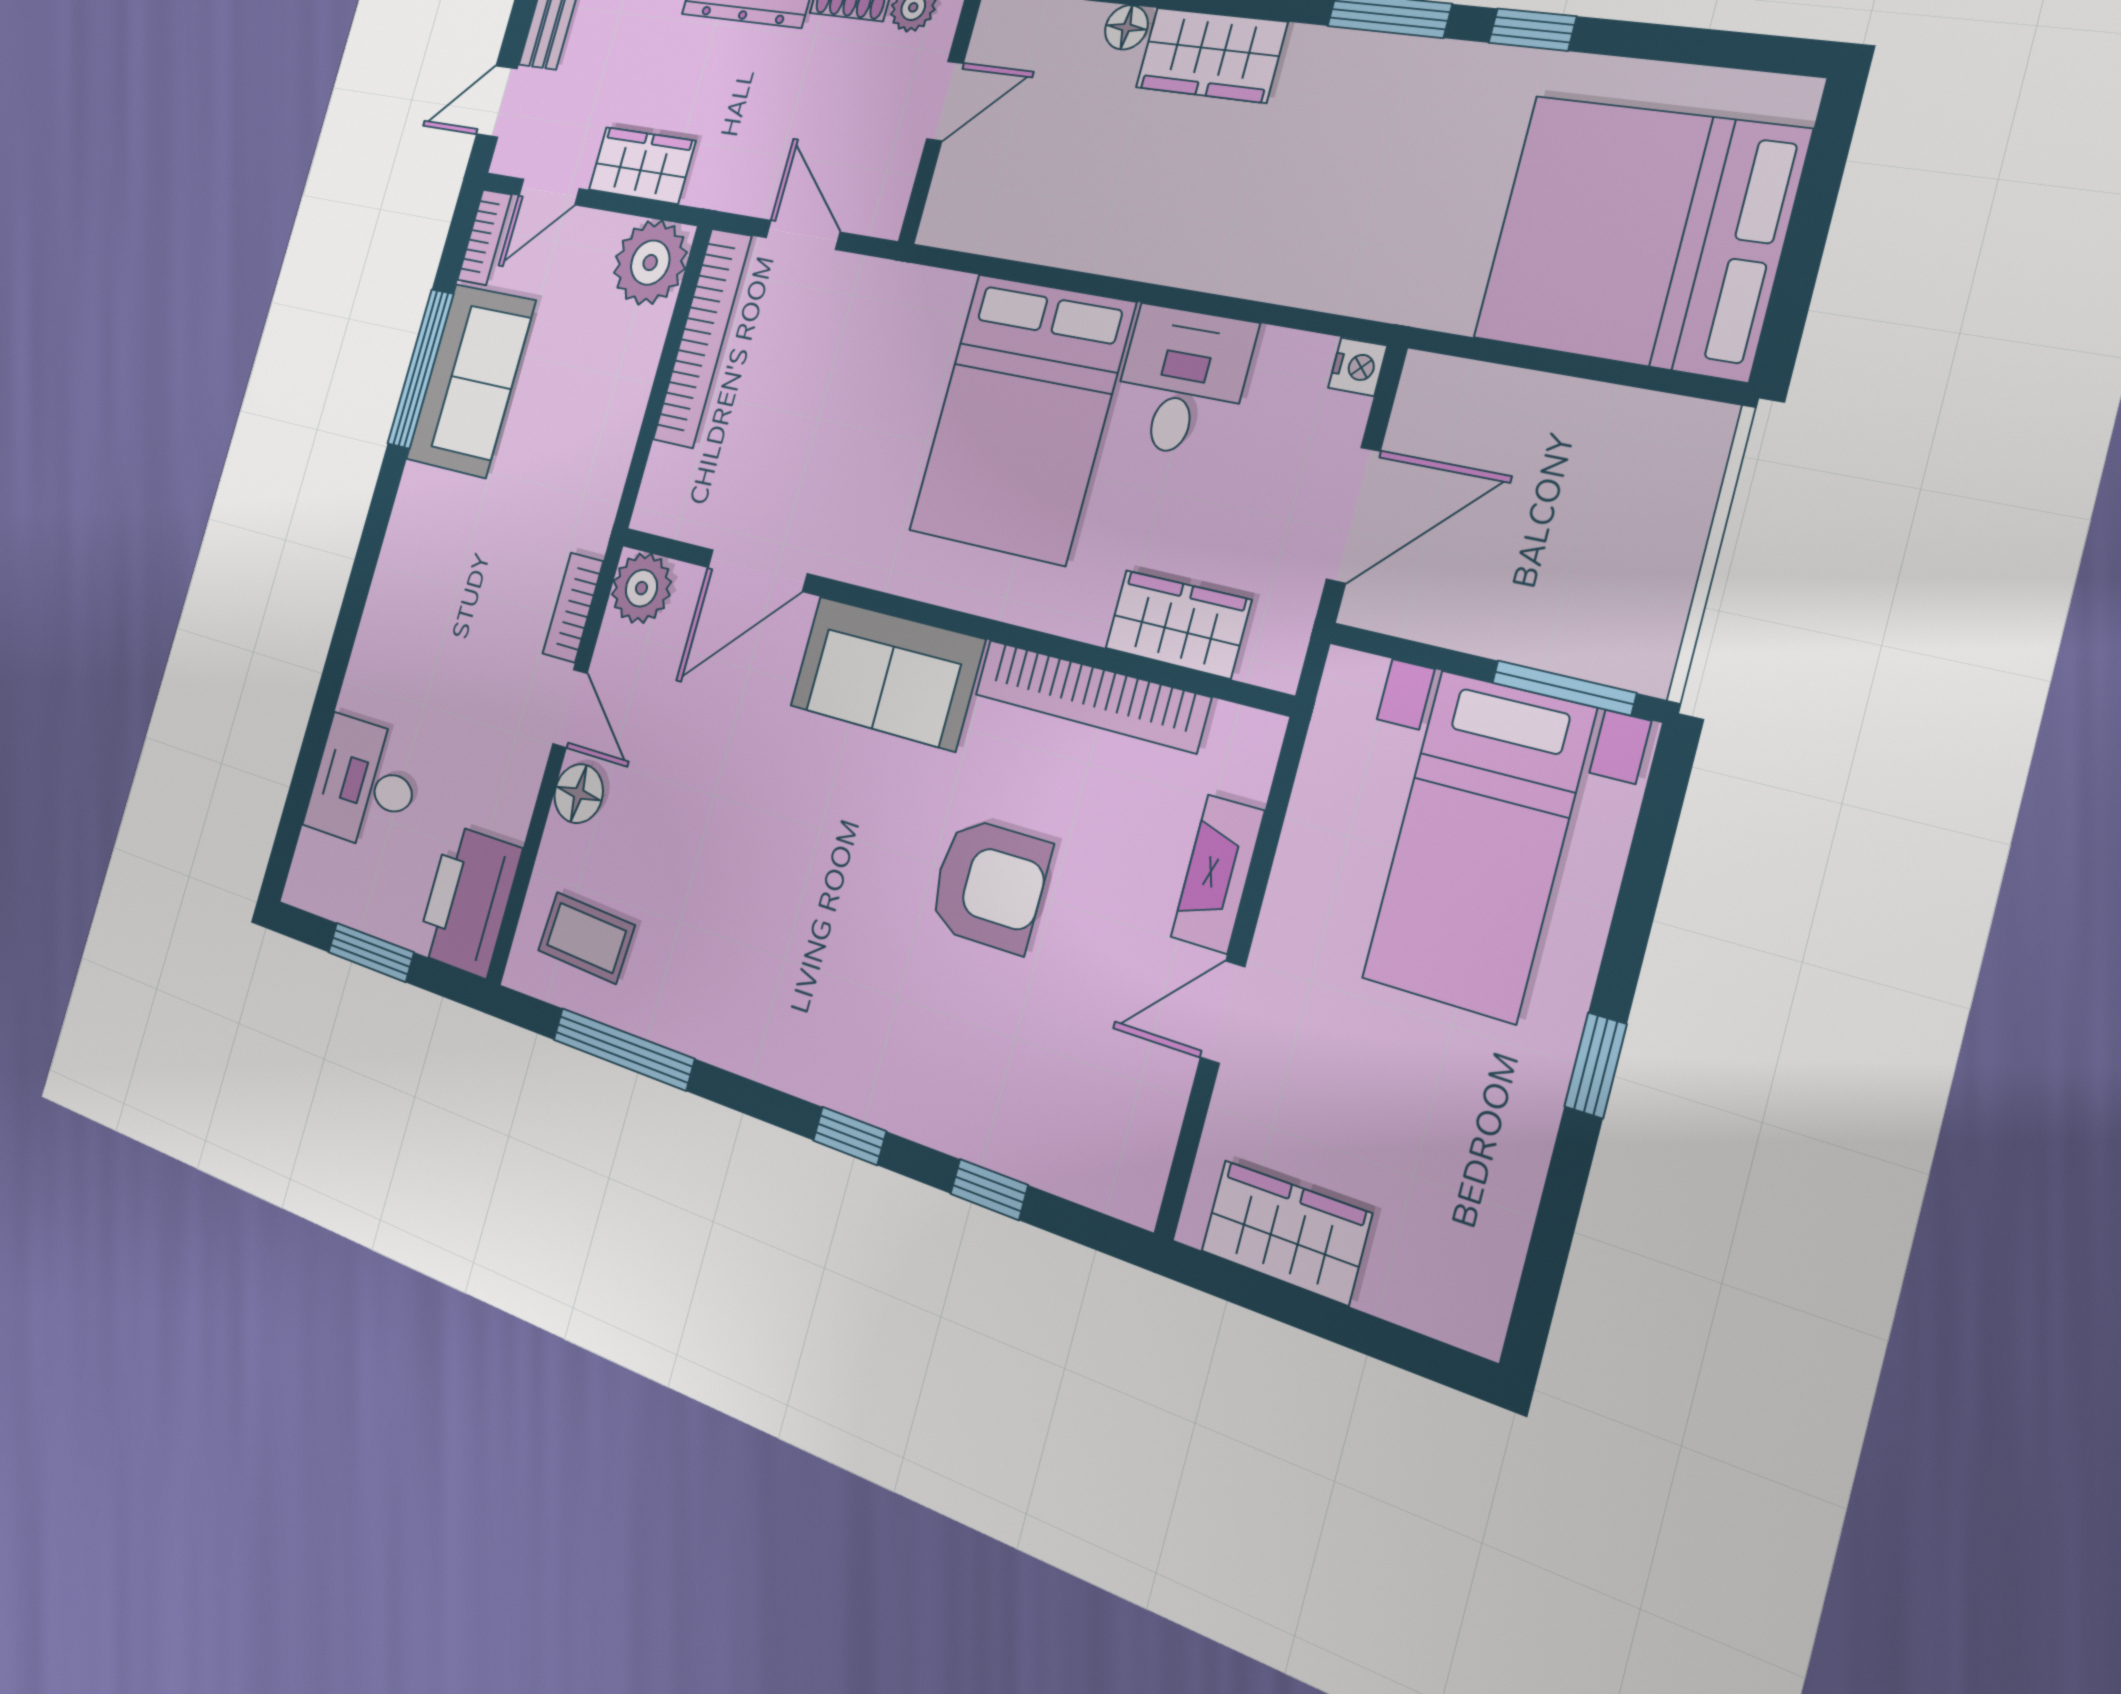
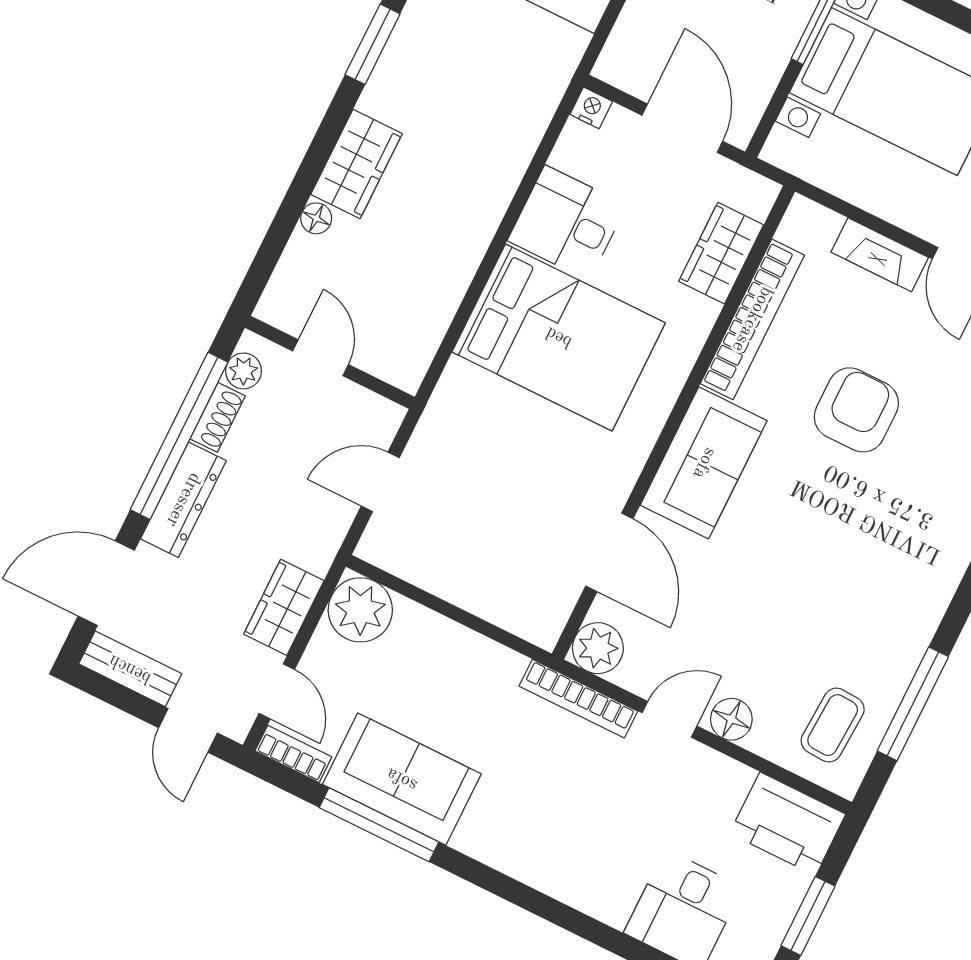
bookcase: (702, 338) -> (430, 574), removed
bookcase: (573, 608) -> (578, 699), width x1.56

